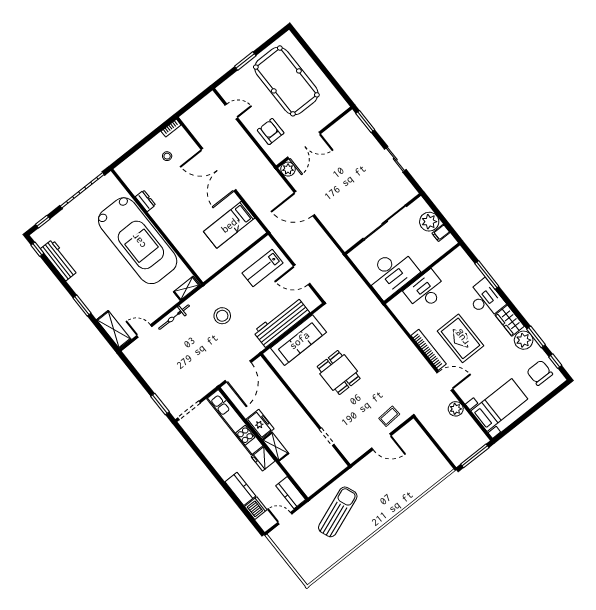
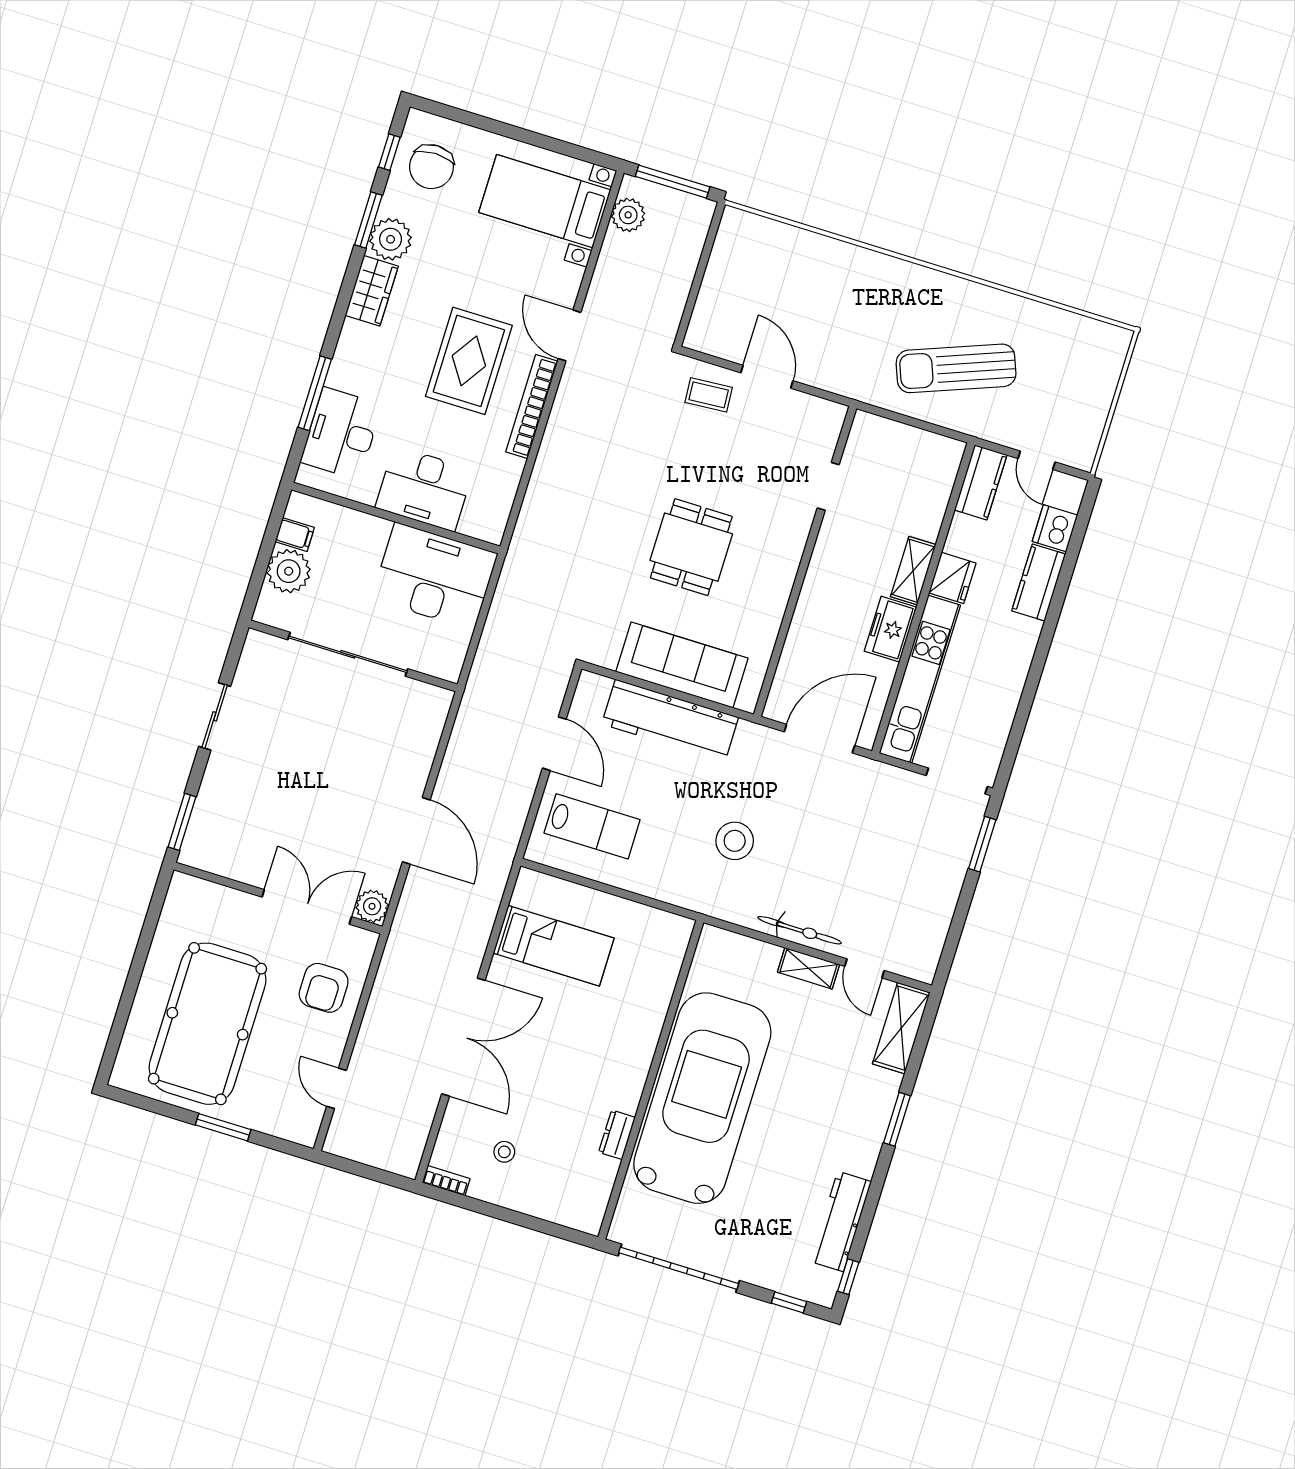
shelving: (187, 288) -> (809, 968), moved
desk: (485, 299) -> (341, 433), moved
plant: (456, 409) -> (628, 215), moved

